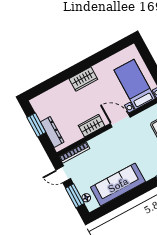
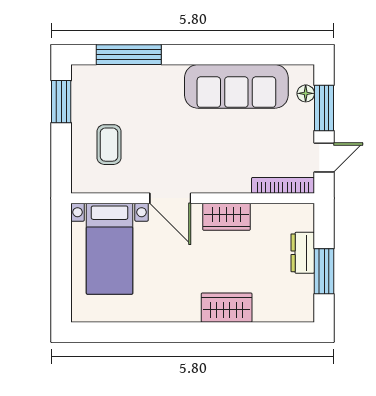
wardrobe: (83, 79) -> (227, 308), moved
dresser: (52, 132) -> (303, 253), width x0.70
door: (63, 174) -> (324, 158), hinge flipped

